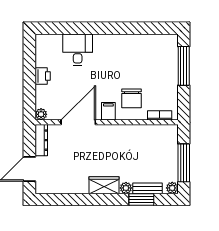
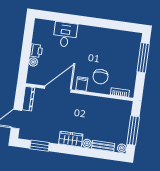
plant: (41, 114) -> (33, 62), moved
window: (141, 200) -> (40, 146), moved

